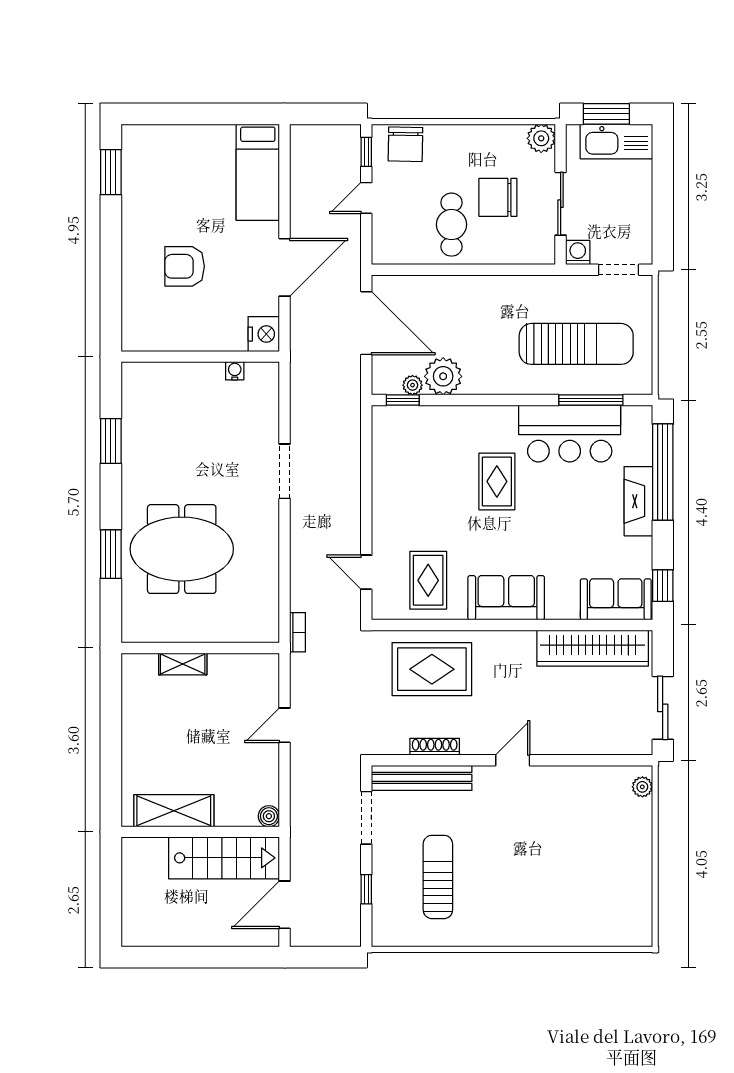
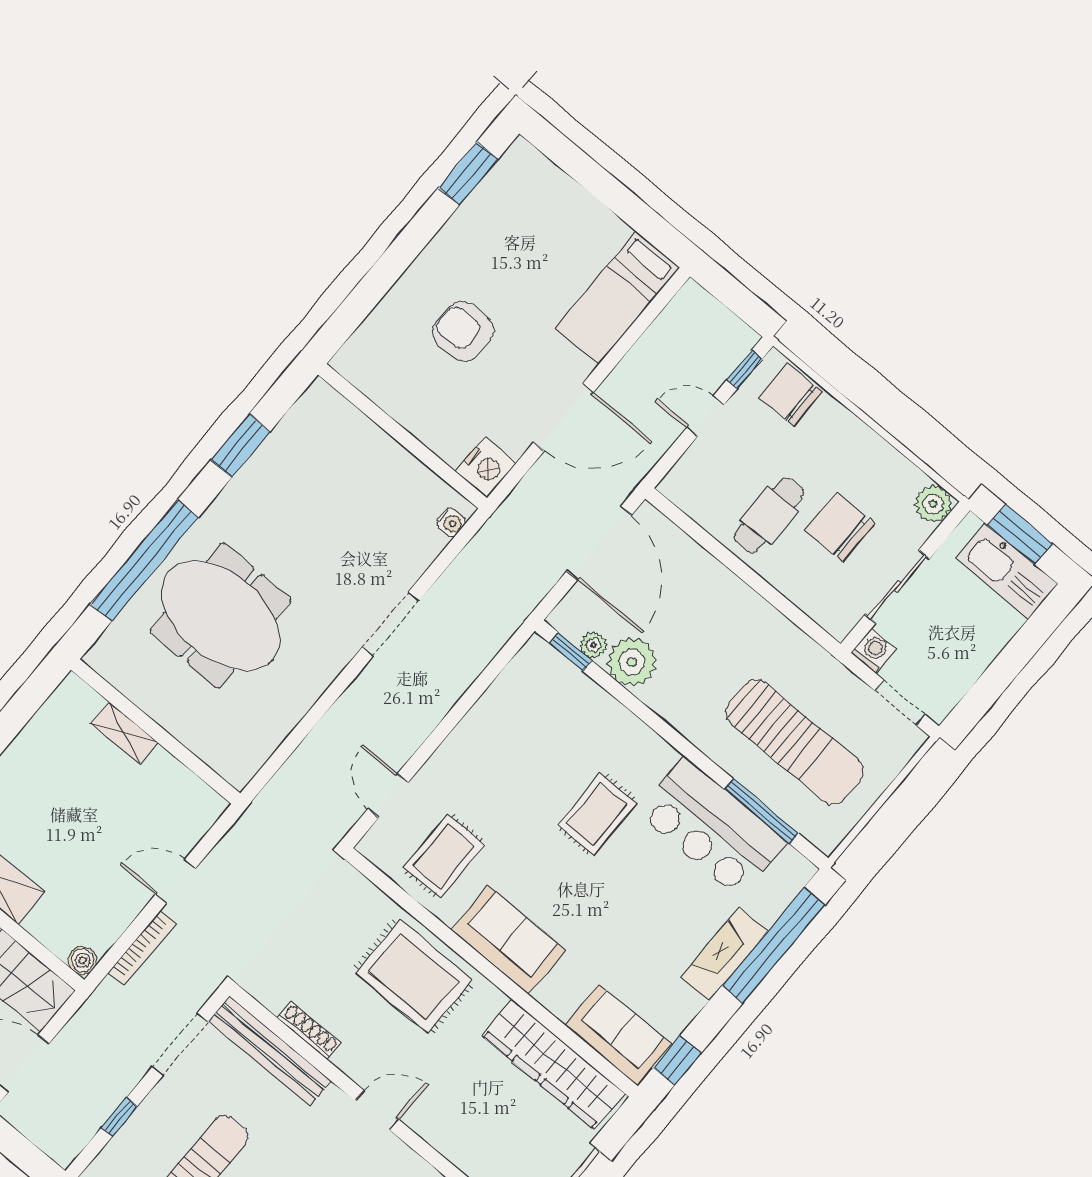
chair: (405, 144) -> (790, 395), turned 89
water cooler: (235, 371) -> (451, 523), moved, turned 90
window: (111, 554) -> (144, 561), width x2.11
bookcase: (298, 632) -> (143, 948), moved, width x1.56
rug: (432, 669) -> (414, 977), moved

